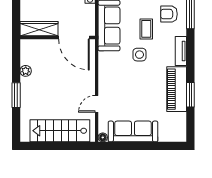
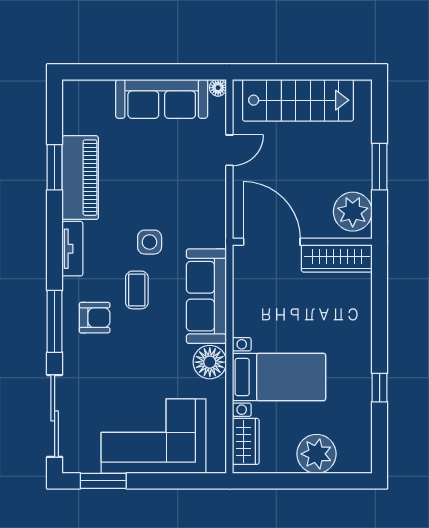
wardrobe: (39, 29) -> (337, 258), moved
wall: (58, 38) -> (302, 242), moved
door: (74, 38) -> (272, 242), moved
plant: (26, 71) -> (353, 212), width x1.87, depth x1.87

